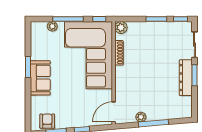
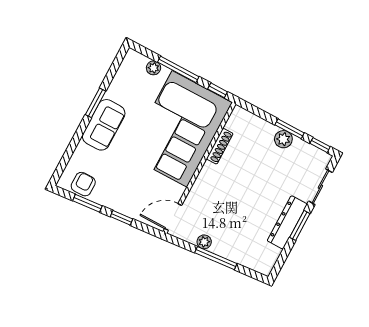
plant: (121, 27) -> (283, 139), moved

